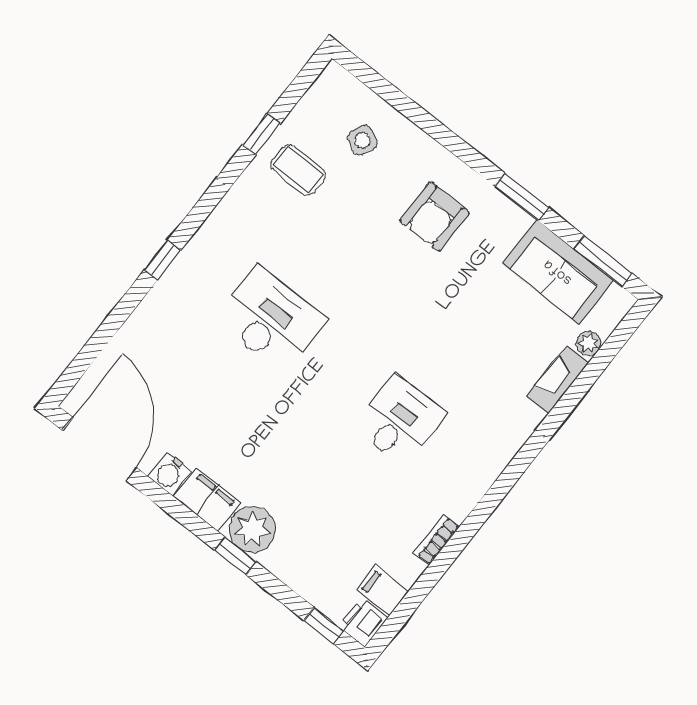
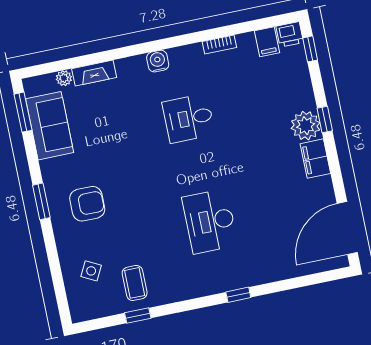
window: (522, 197) -> (41, 201), moved
water cooler: (169, 473) -> (158, 61), moved, turned -90

